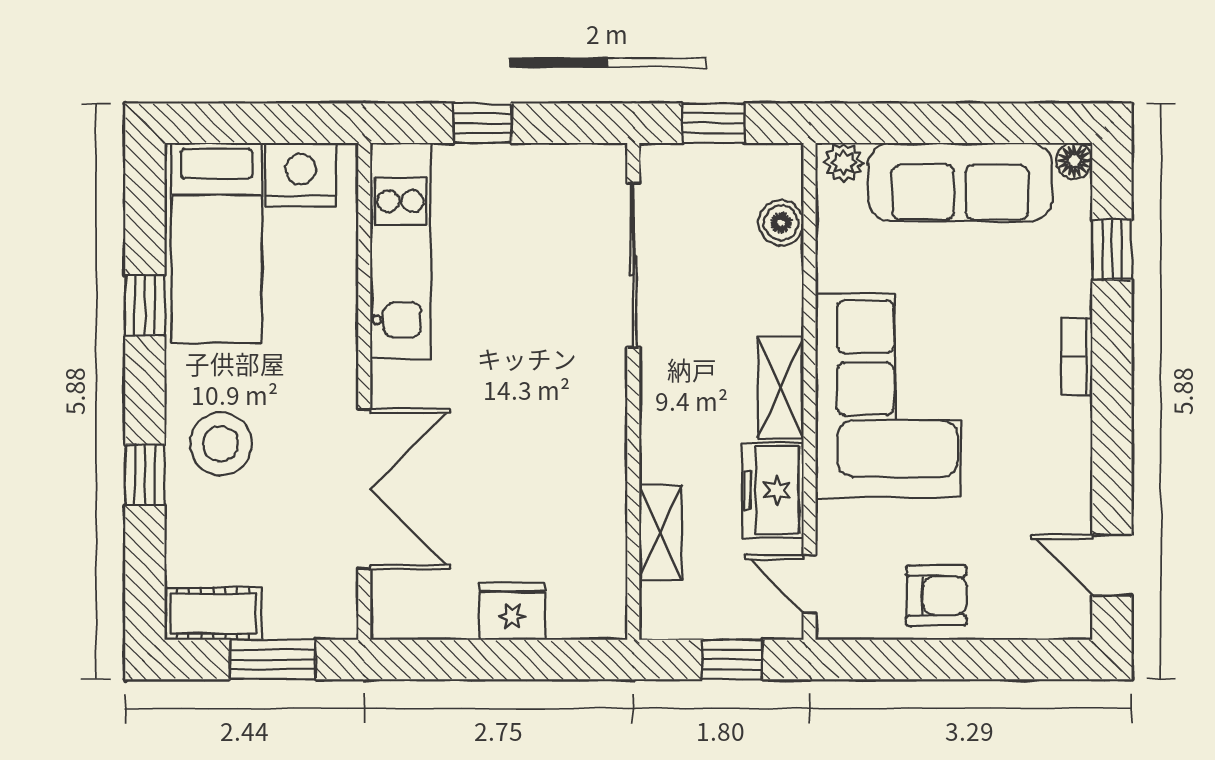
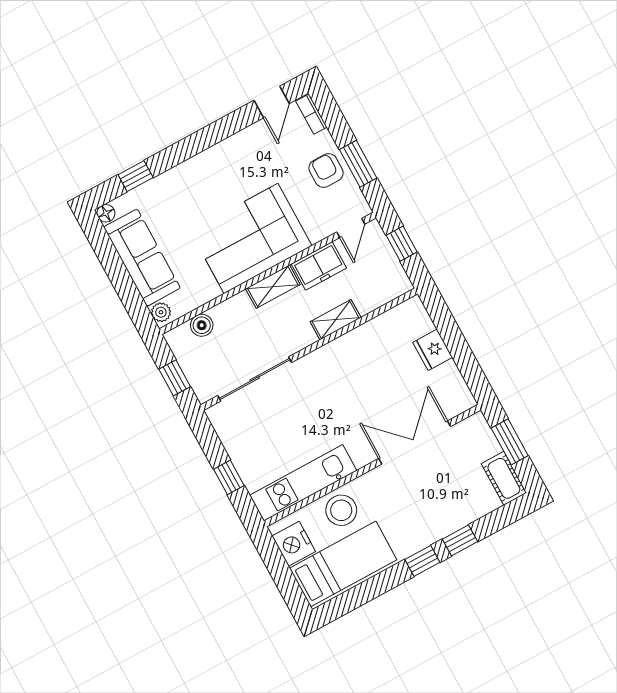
window: (145, 305) -> (422, 561), moved
bookcase: (1077, 357) -> (311, 114), moved, turned 90
stool: (221, 444) -> (341, 510), moved
shelving: (661, 532) -> (336, 320), moved
window: (917, 660) -> (358, 164), added

